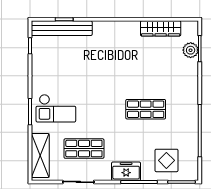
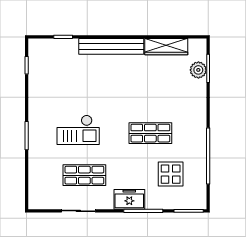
bench: (62, 28) -> (111, 46), moved
checkout: (56, 108) -> (78, 130), moved
shelving: (40, 155) -> (37, 183), removed
display table: (166, 160) -> (171, 174), moved

